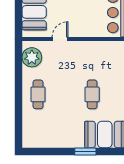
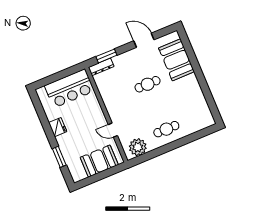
window: (85, 151) -> (197, 70), removed

